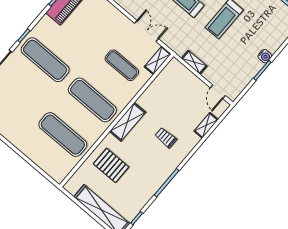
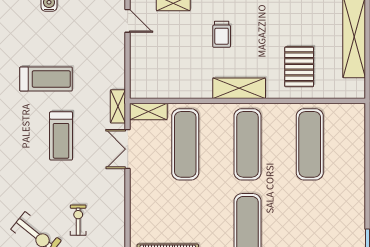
shelving: (194, 62) -> (118, 106), moved
exercise mat: (122, 65) -> (185, 144), width x1.36, depth x1.45
door: (218, 92) -> (128, 21), hinge flipped

